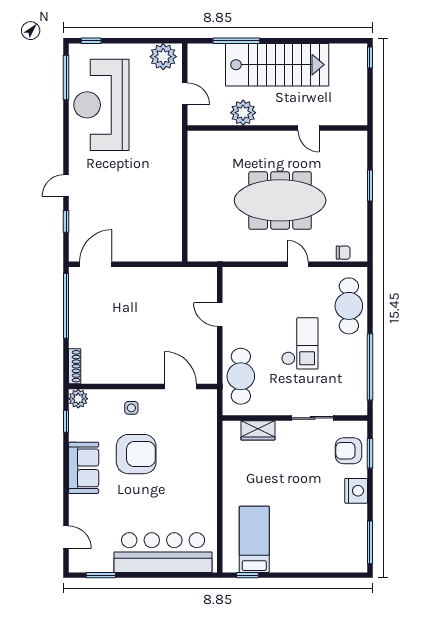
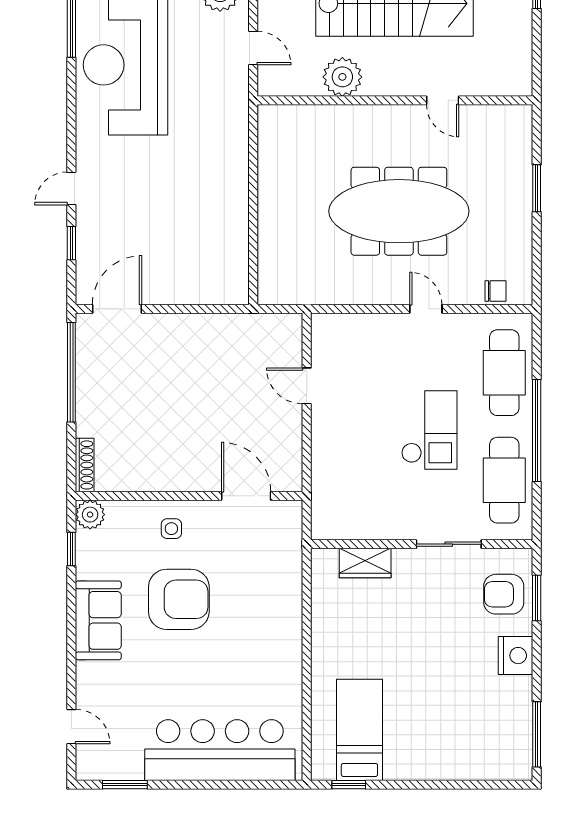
window: (370, 367) -> (537, 431), moved
cafe table: (241, 376) -> (504, 480), moved

